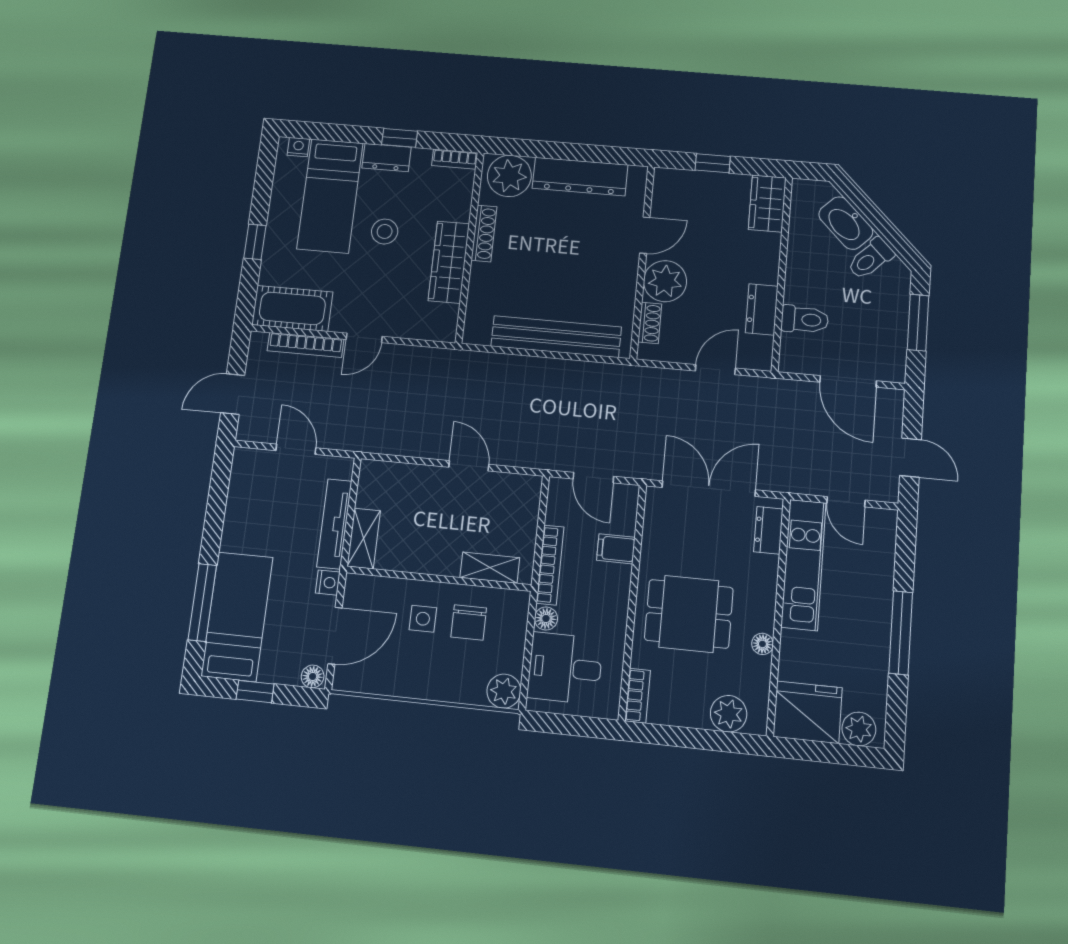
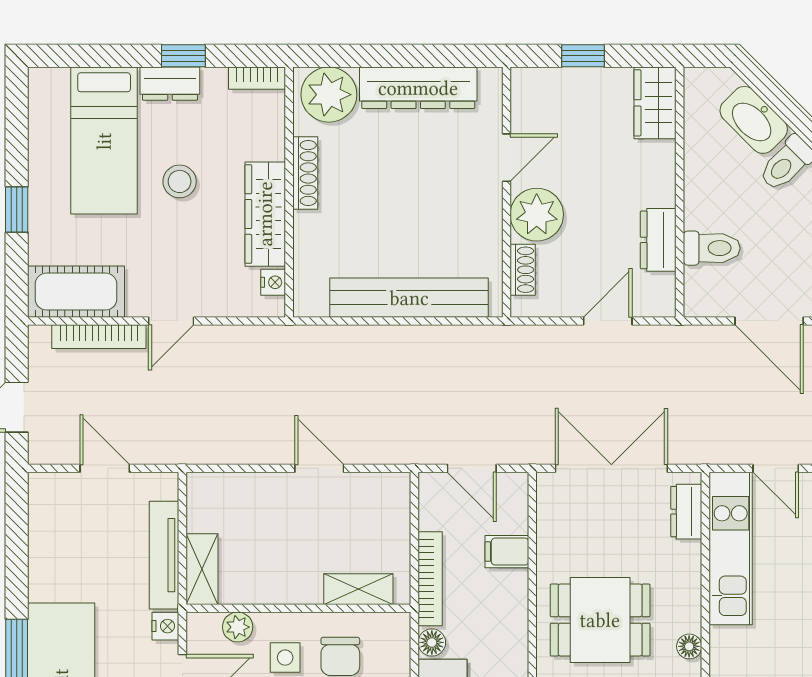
nightstand: (298, 147) -> (273, 282), moved, turned 90
plant: (387, 589) -> (238, 627), added

